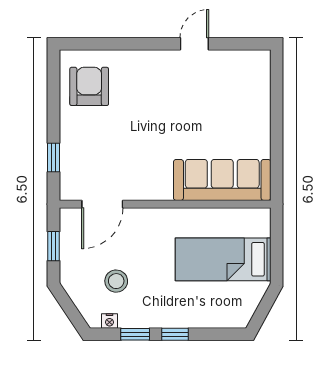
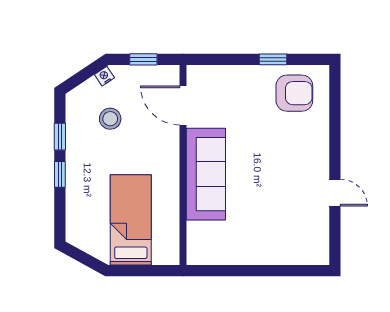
window: (54, 158) -> (273, 59), moved
sofa: (222, 180) -> (206, 174), moved
nightstand: (109, 321) -> (104, 76), moved, turned 56

